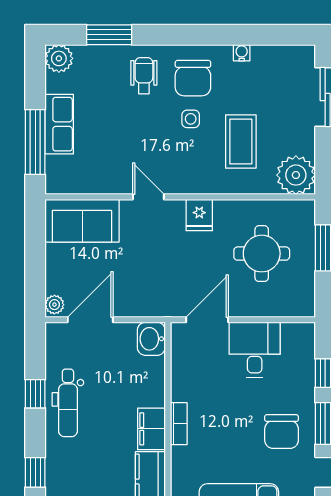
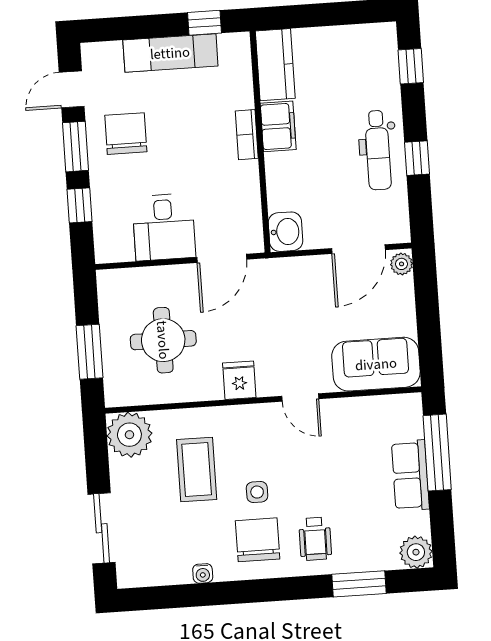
dental chair: (68, 403) -> (378, 150), turned 180

